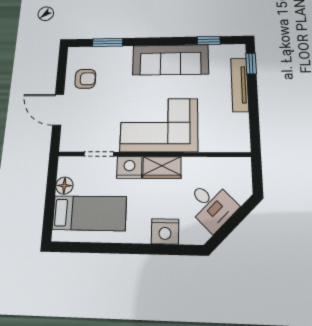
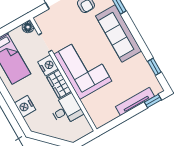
sofa: (170, 60) -> (119, 33), moved
floor lamp: (64, 186) -> (28, 27), moved
desk: (211, 205) -> (66, 110), moved, turned -135

